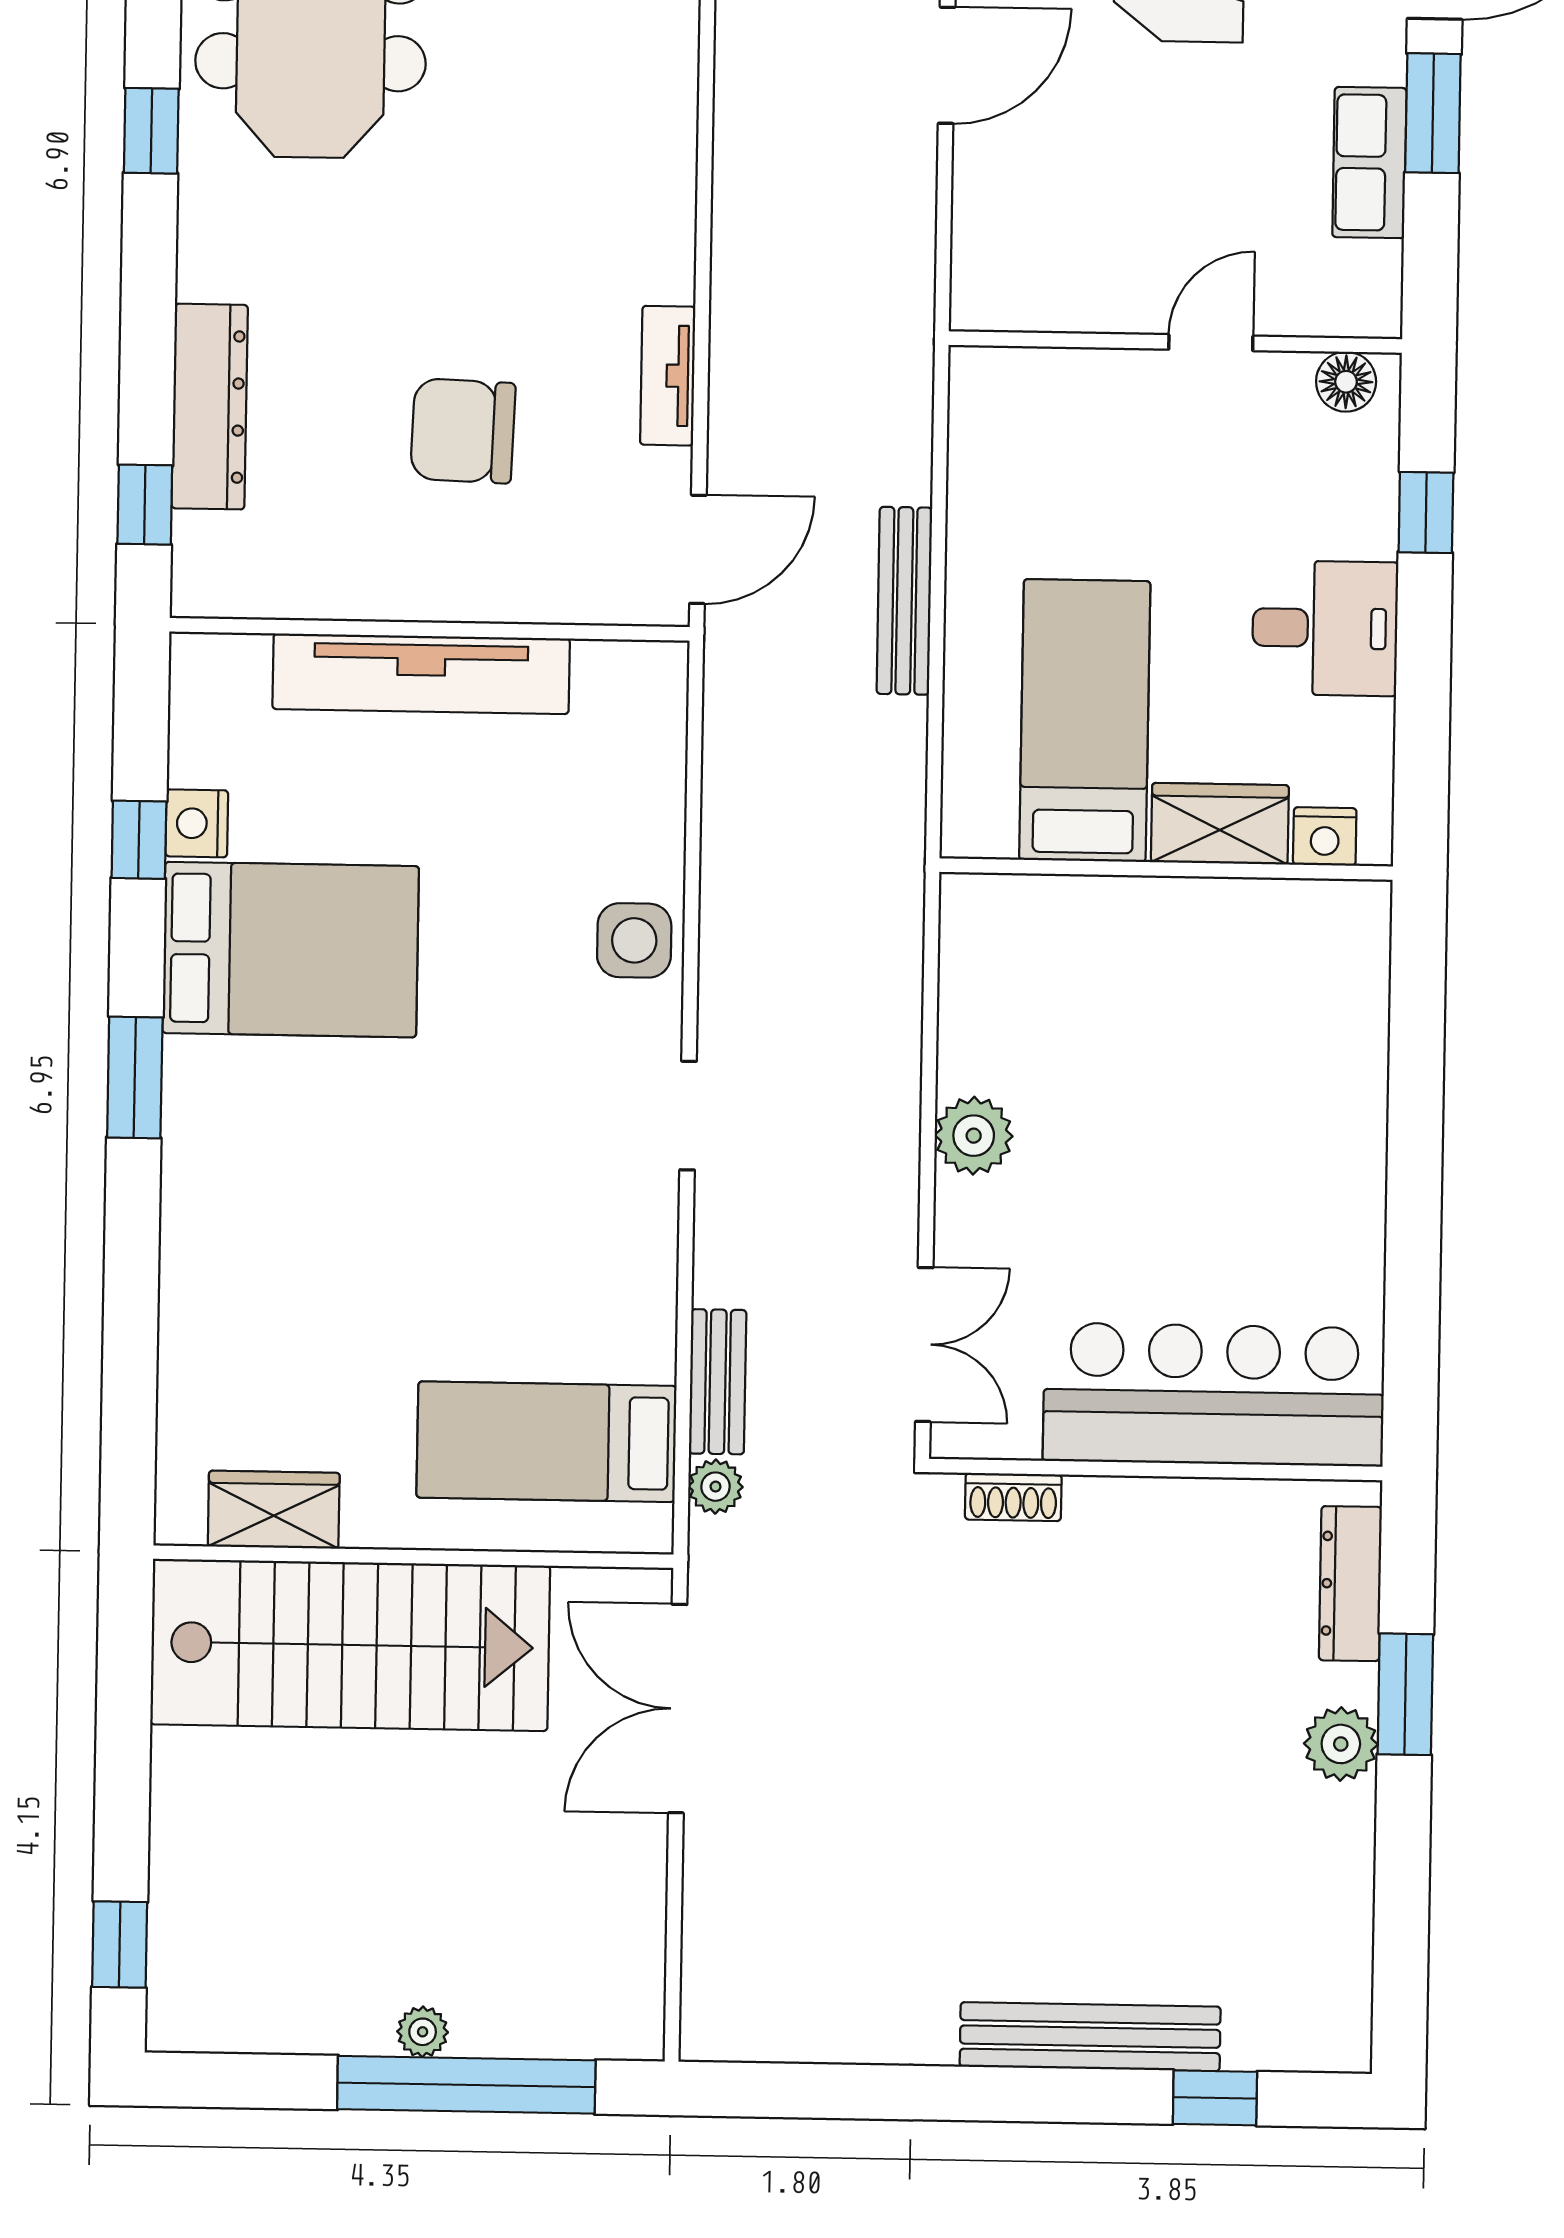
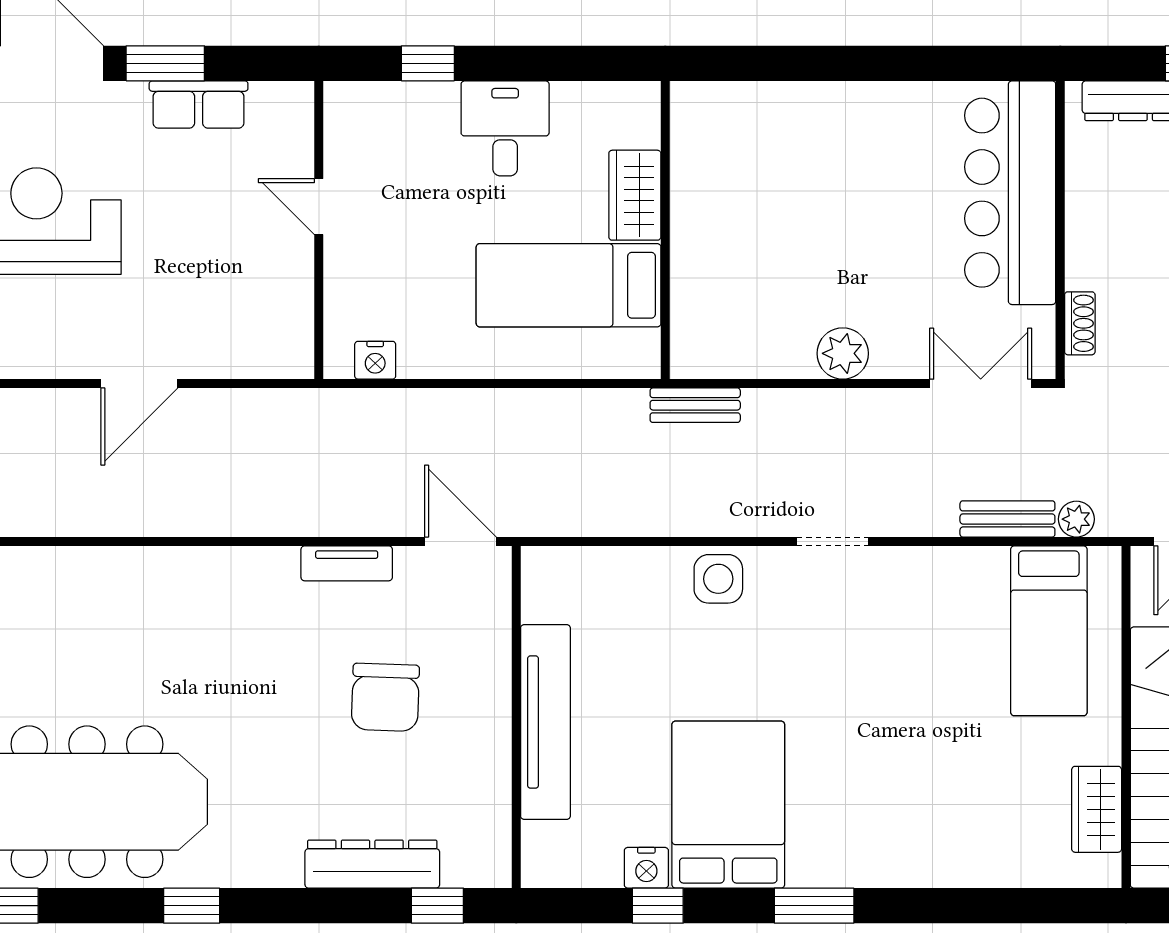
door: (947, 65) -> (139, 384), swing flipped
floor lamp: (1346, 382) -> (343, 117), removed
bench: (904, 601) -> (695, 405), moved, width x0.73
nightstand: (1325, 836) -> (375, 360), moved, turned 90

